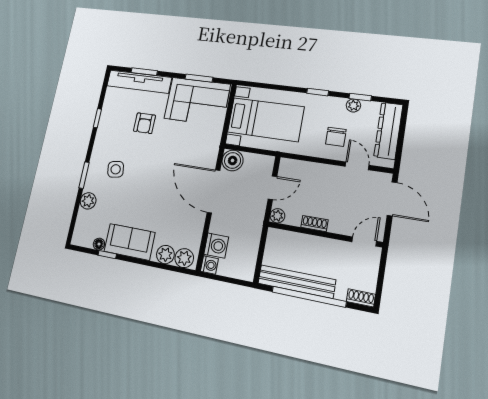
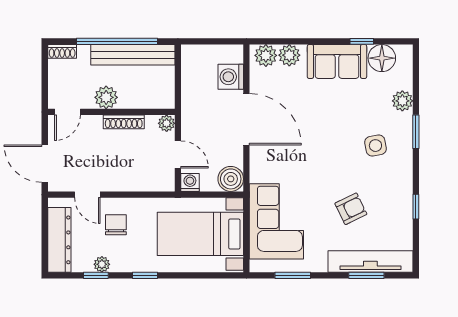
corner sofa: (197, 101) -> (276, 221), moved, turned 90
armchair: (145, 123) -> (351, 209), turned 64
door: (272, 188) -> (178, 154), swing flipped
door: (214, 191) -> (246, 119), moved
shoe rack: (315, 224) -> (124, 122), width x1.43
floor lamp: (99, 244) -> (382, 58), width x1.89, depth x1.89
plant: (327, 248) -> (106, 97), added
washing machine: (209, 265) -> (190, 183), moved, turned 90

